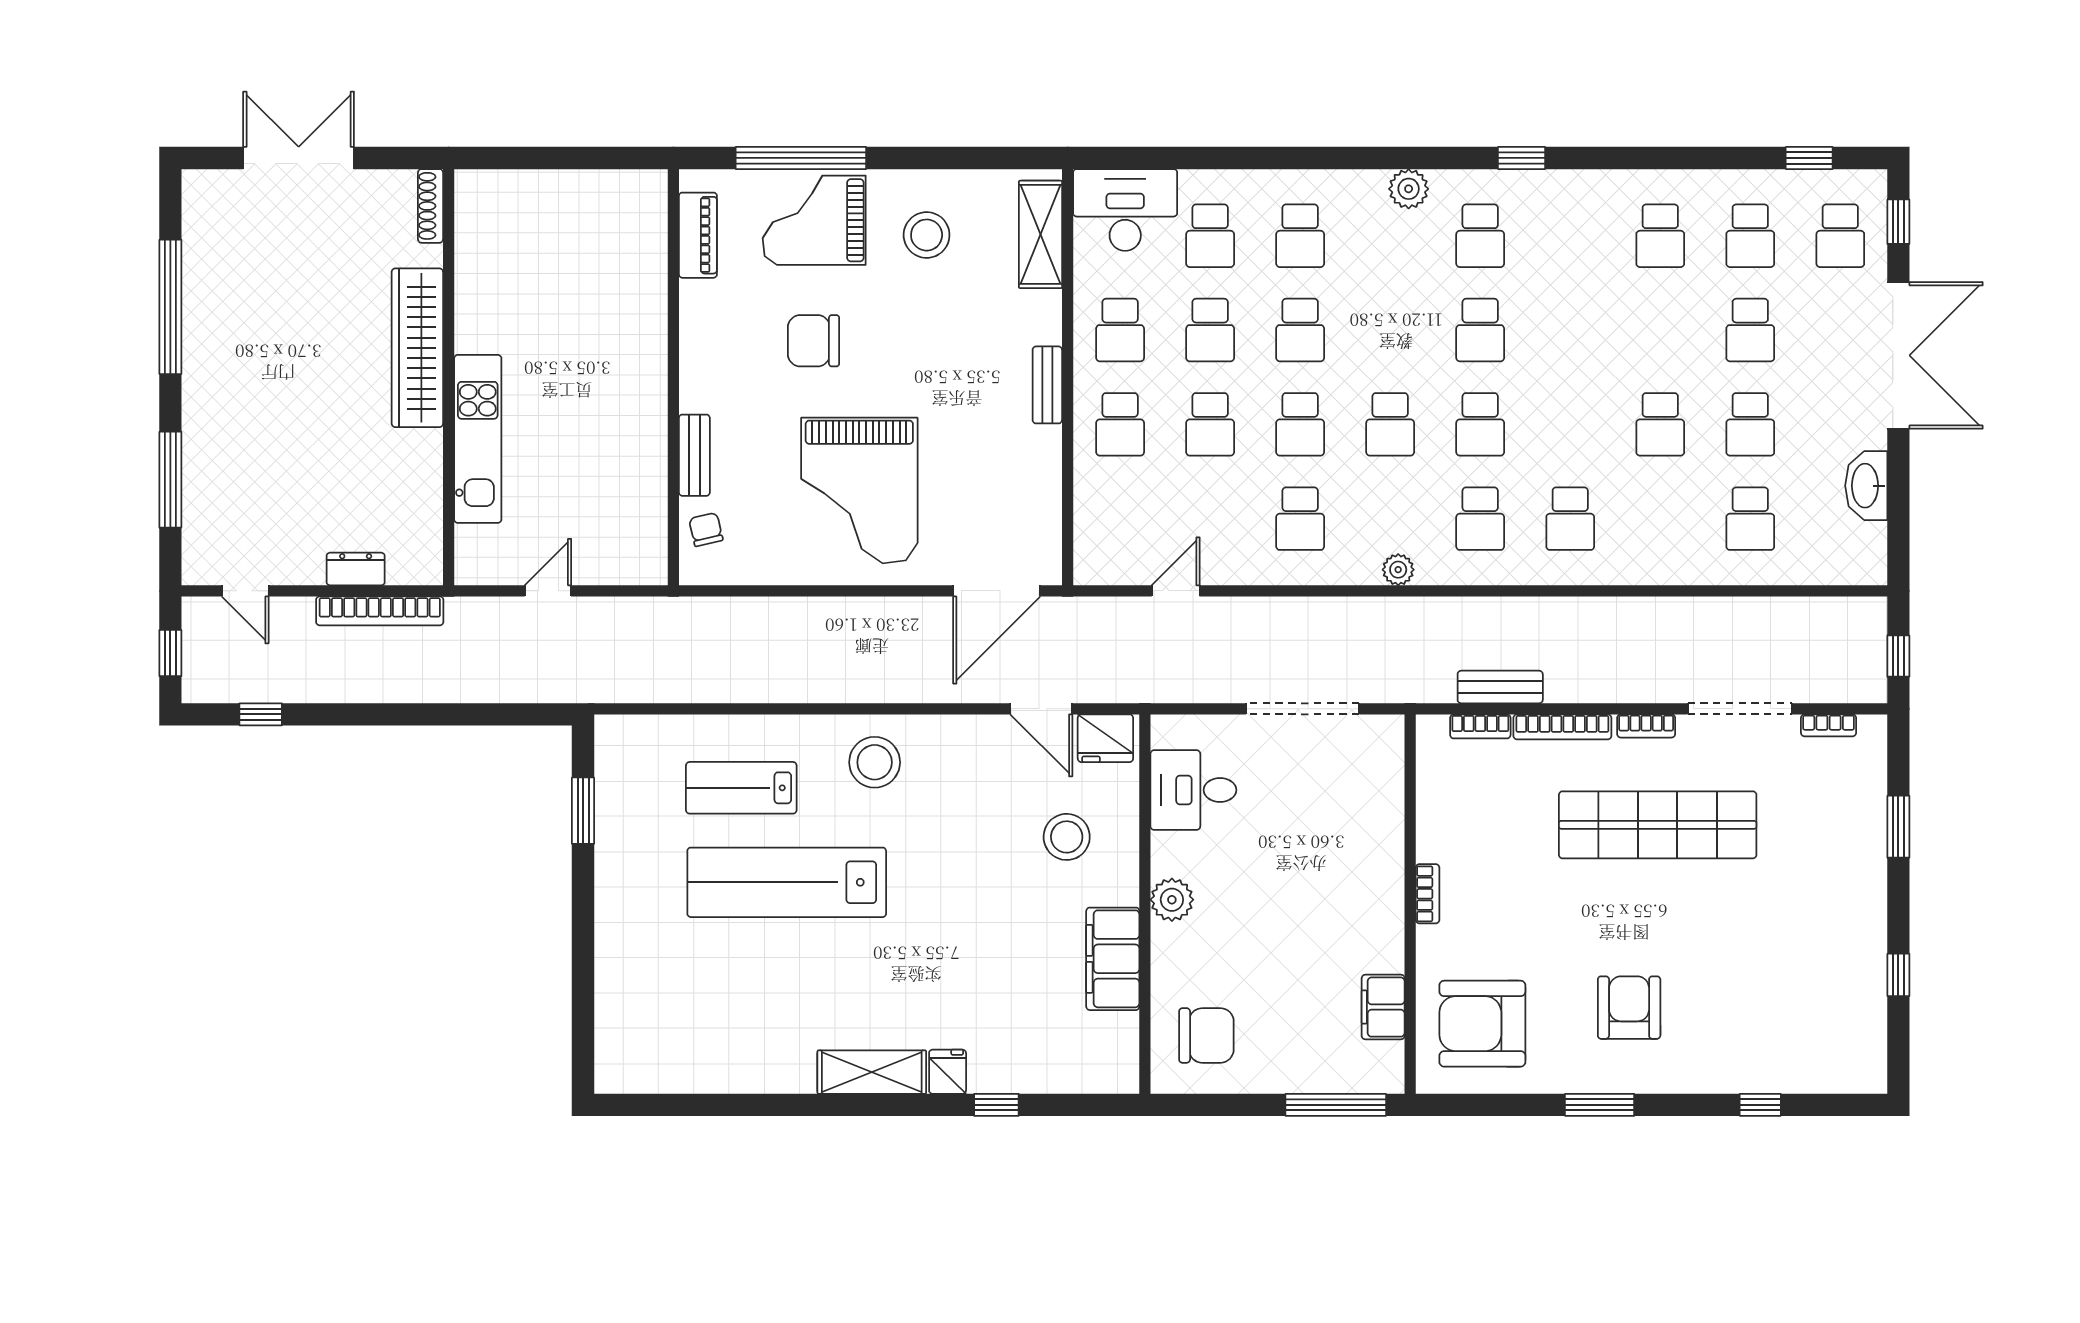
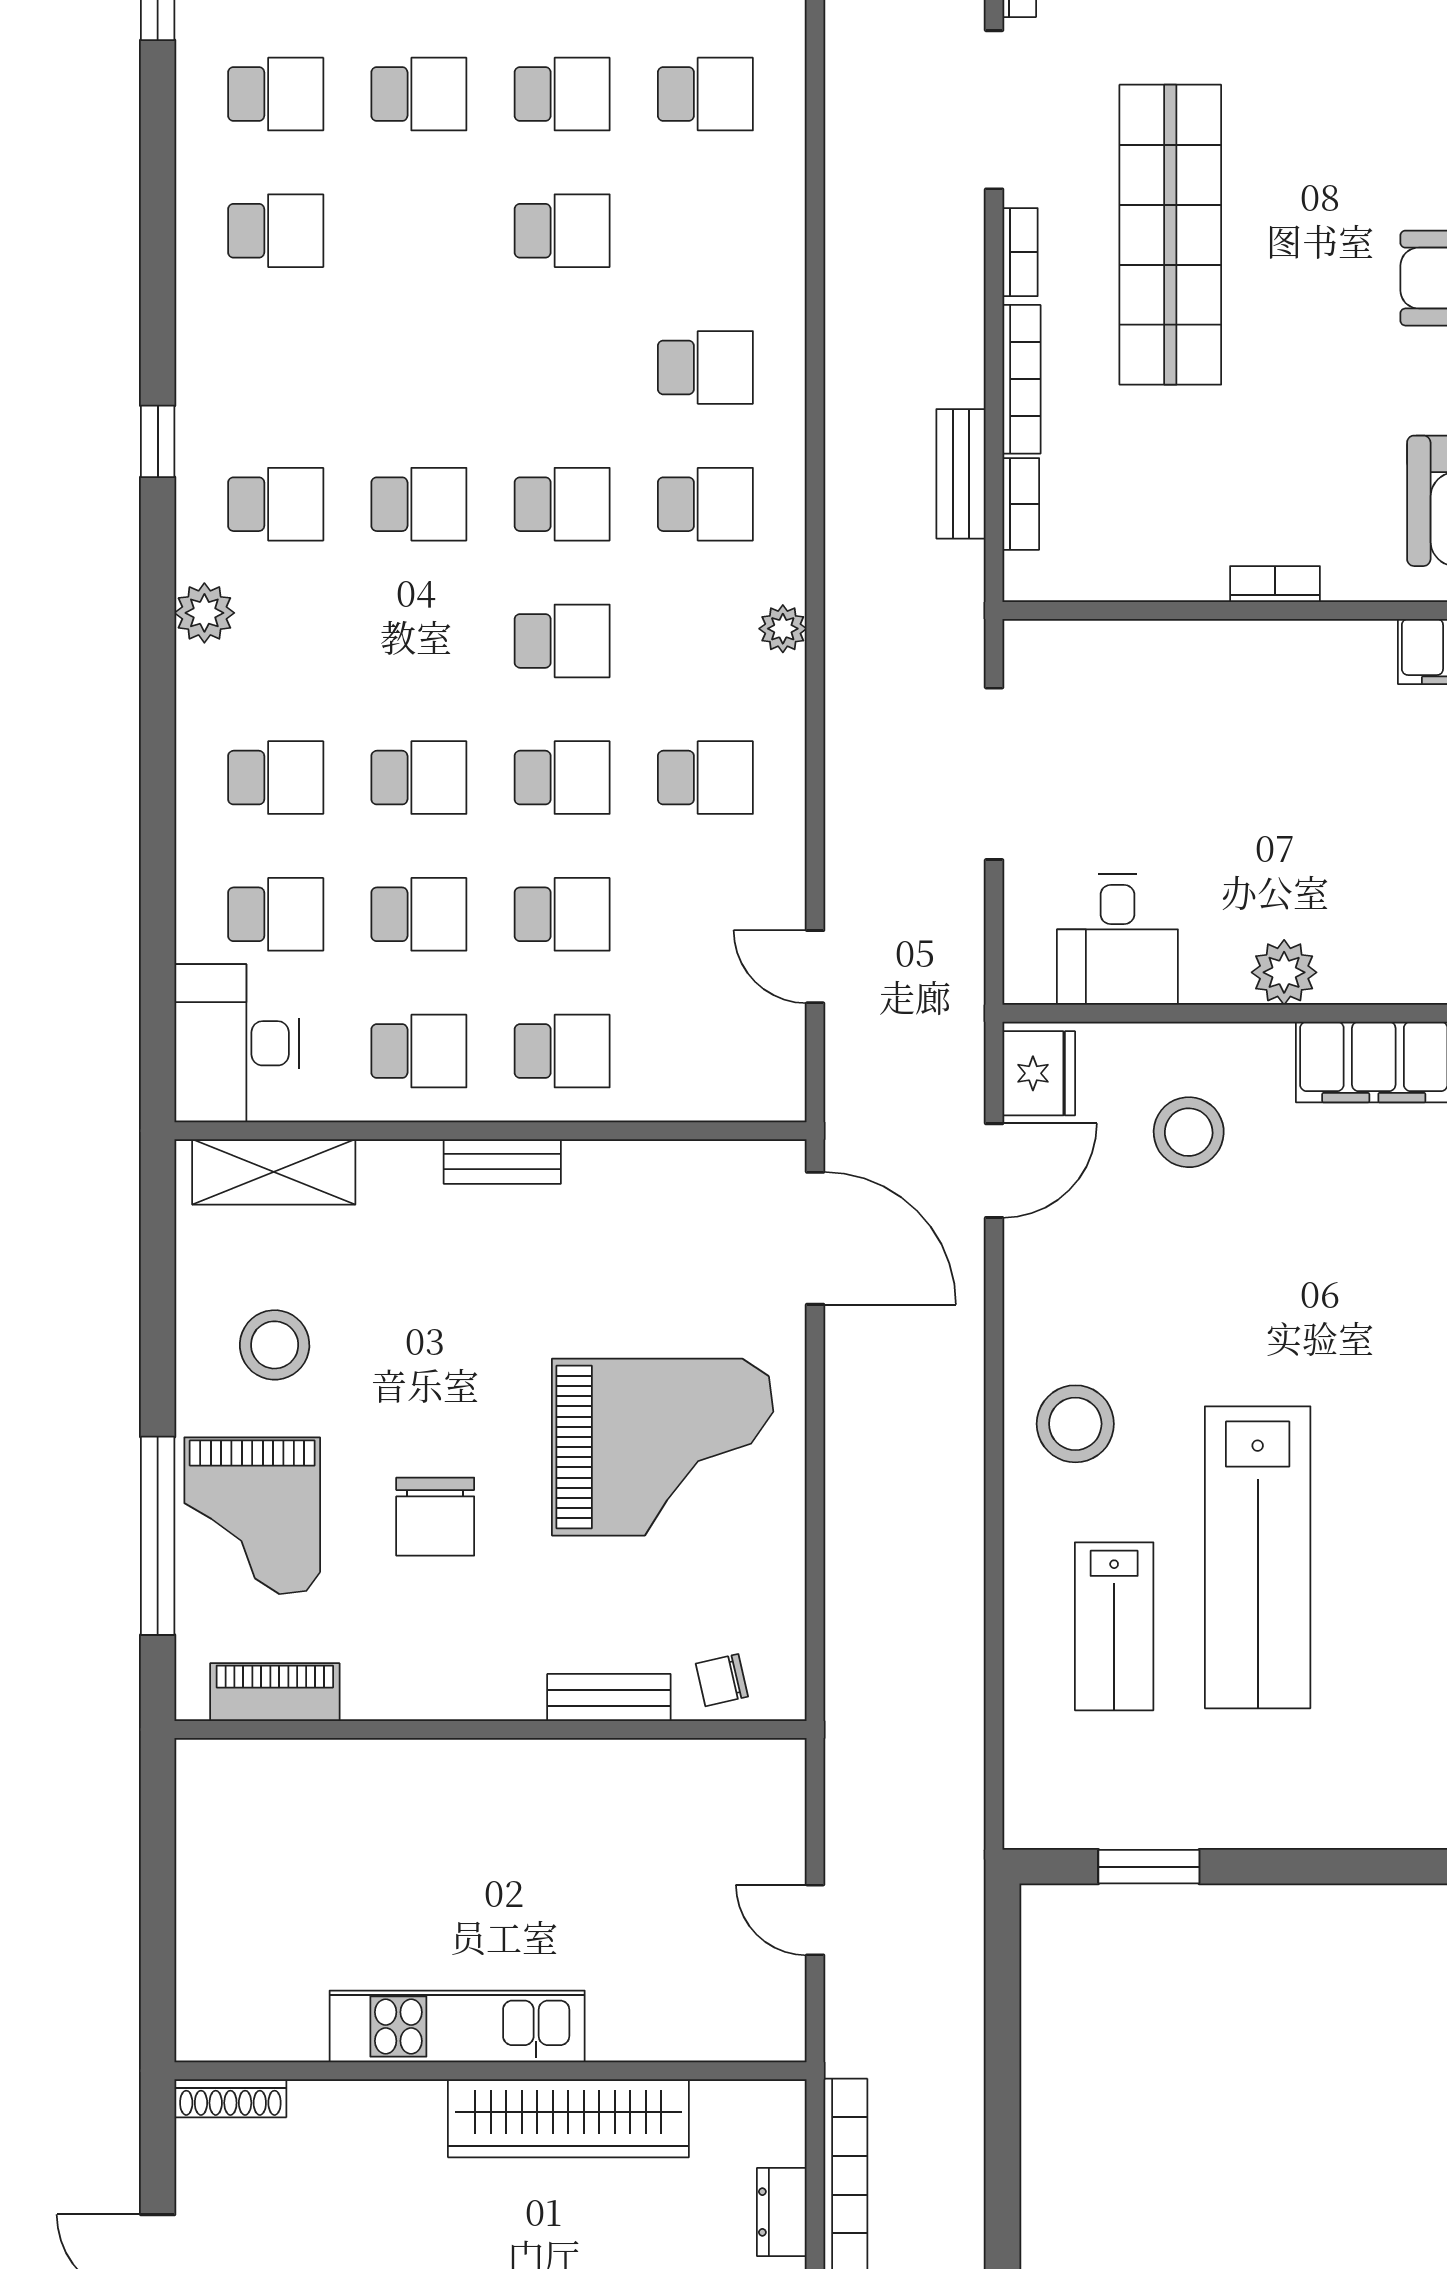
wardrobe: (417, 348) -> (568, 2118), moved
kitchen unit: (478, 439) -> (457, 2026), moved

